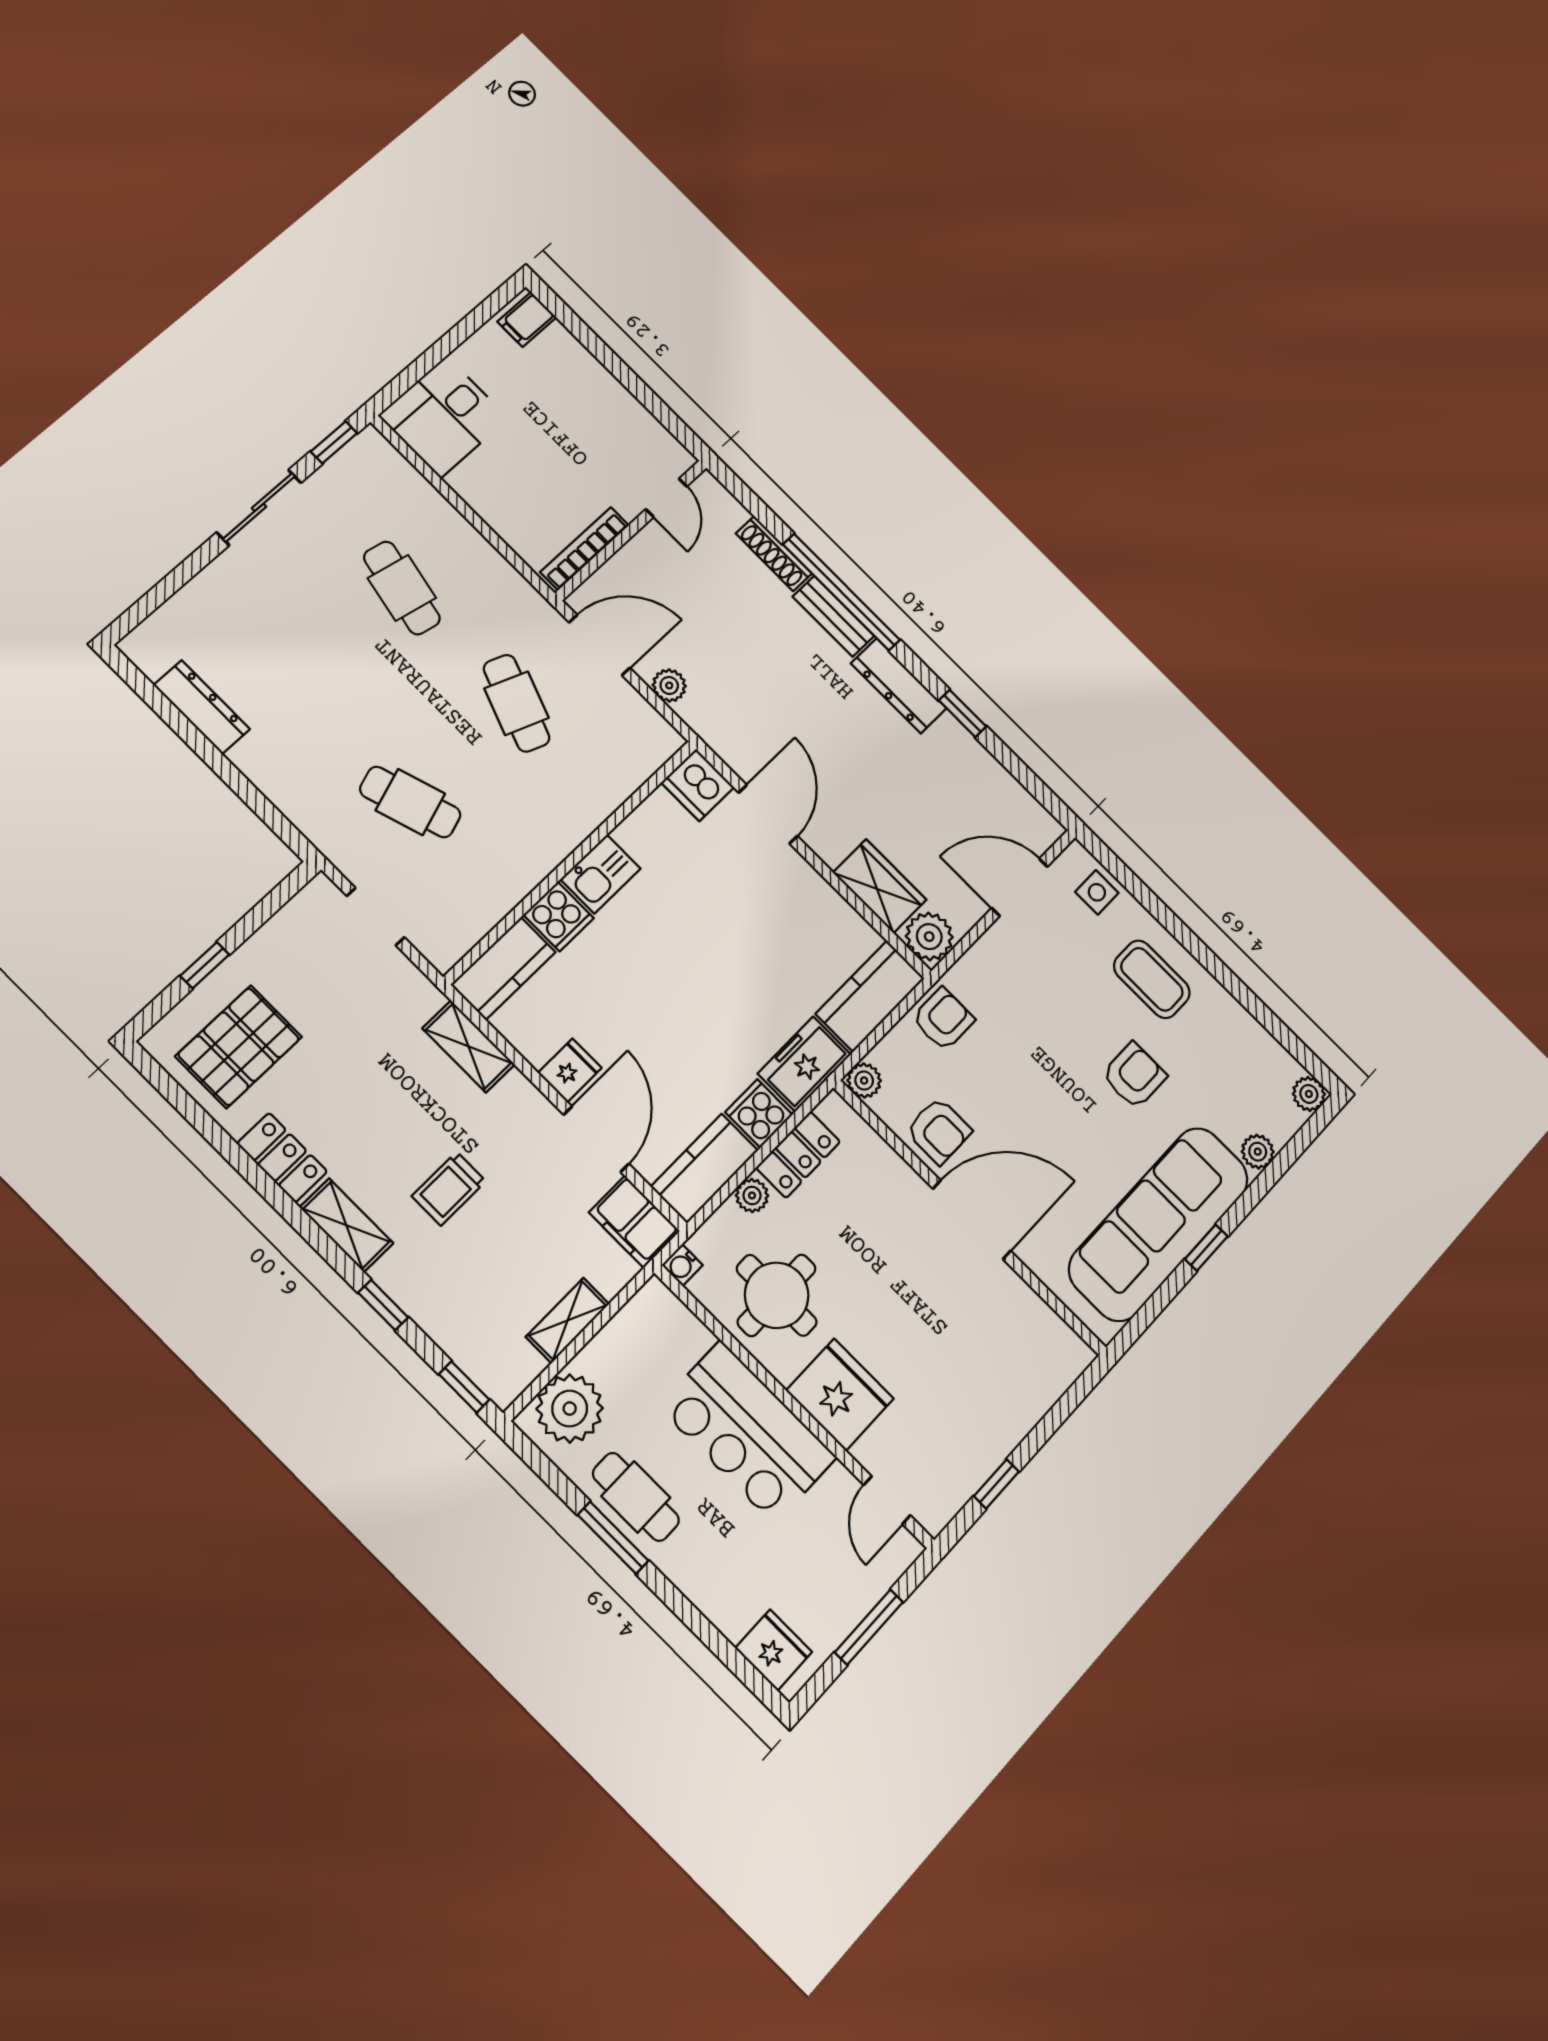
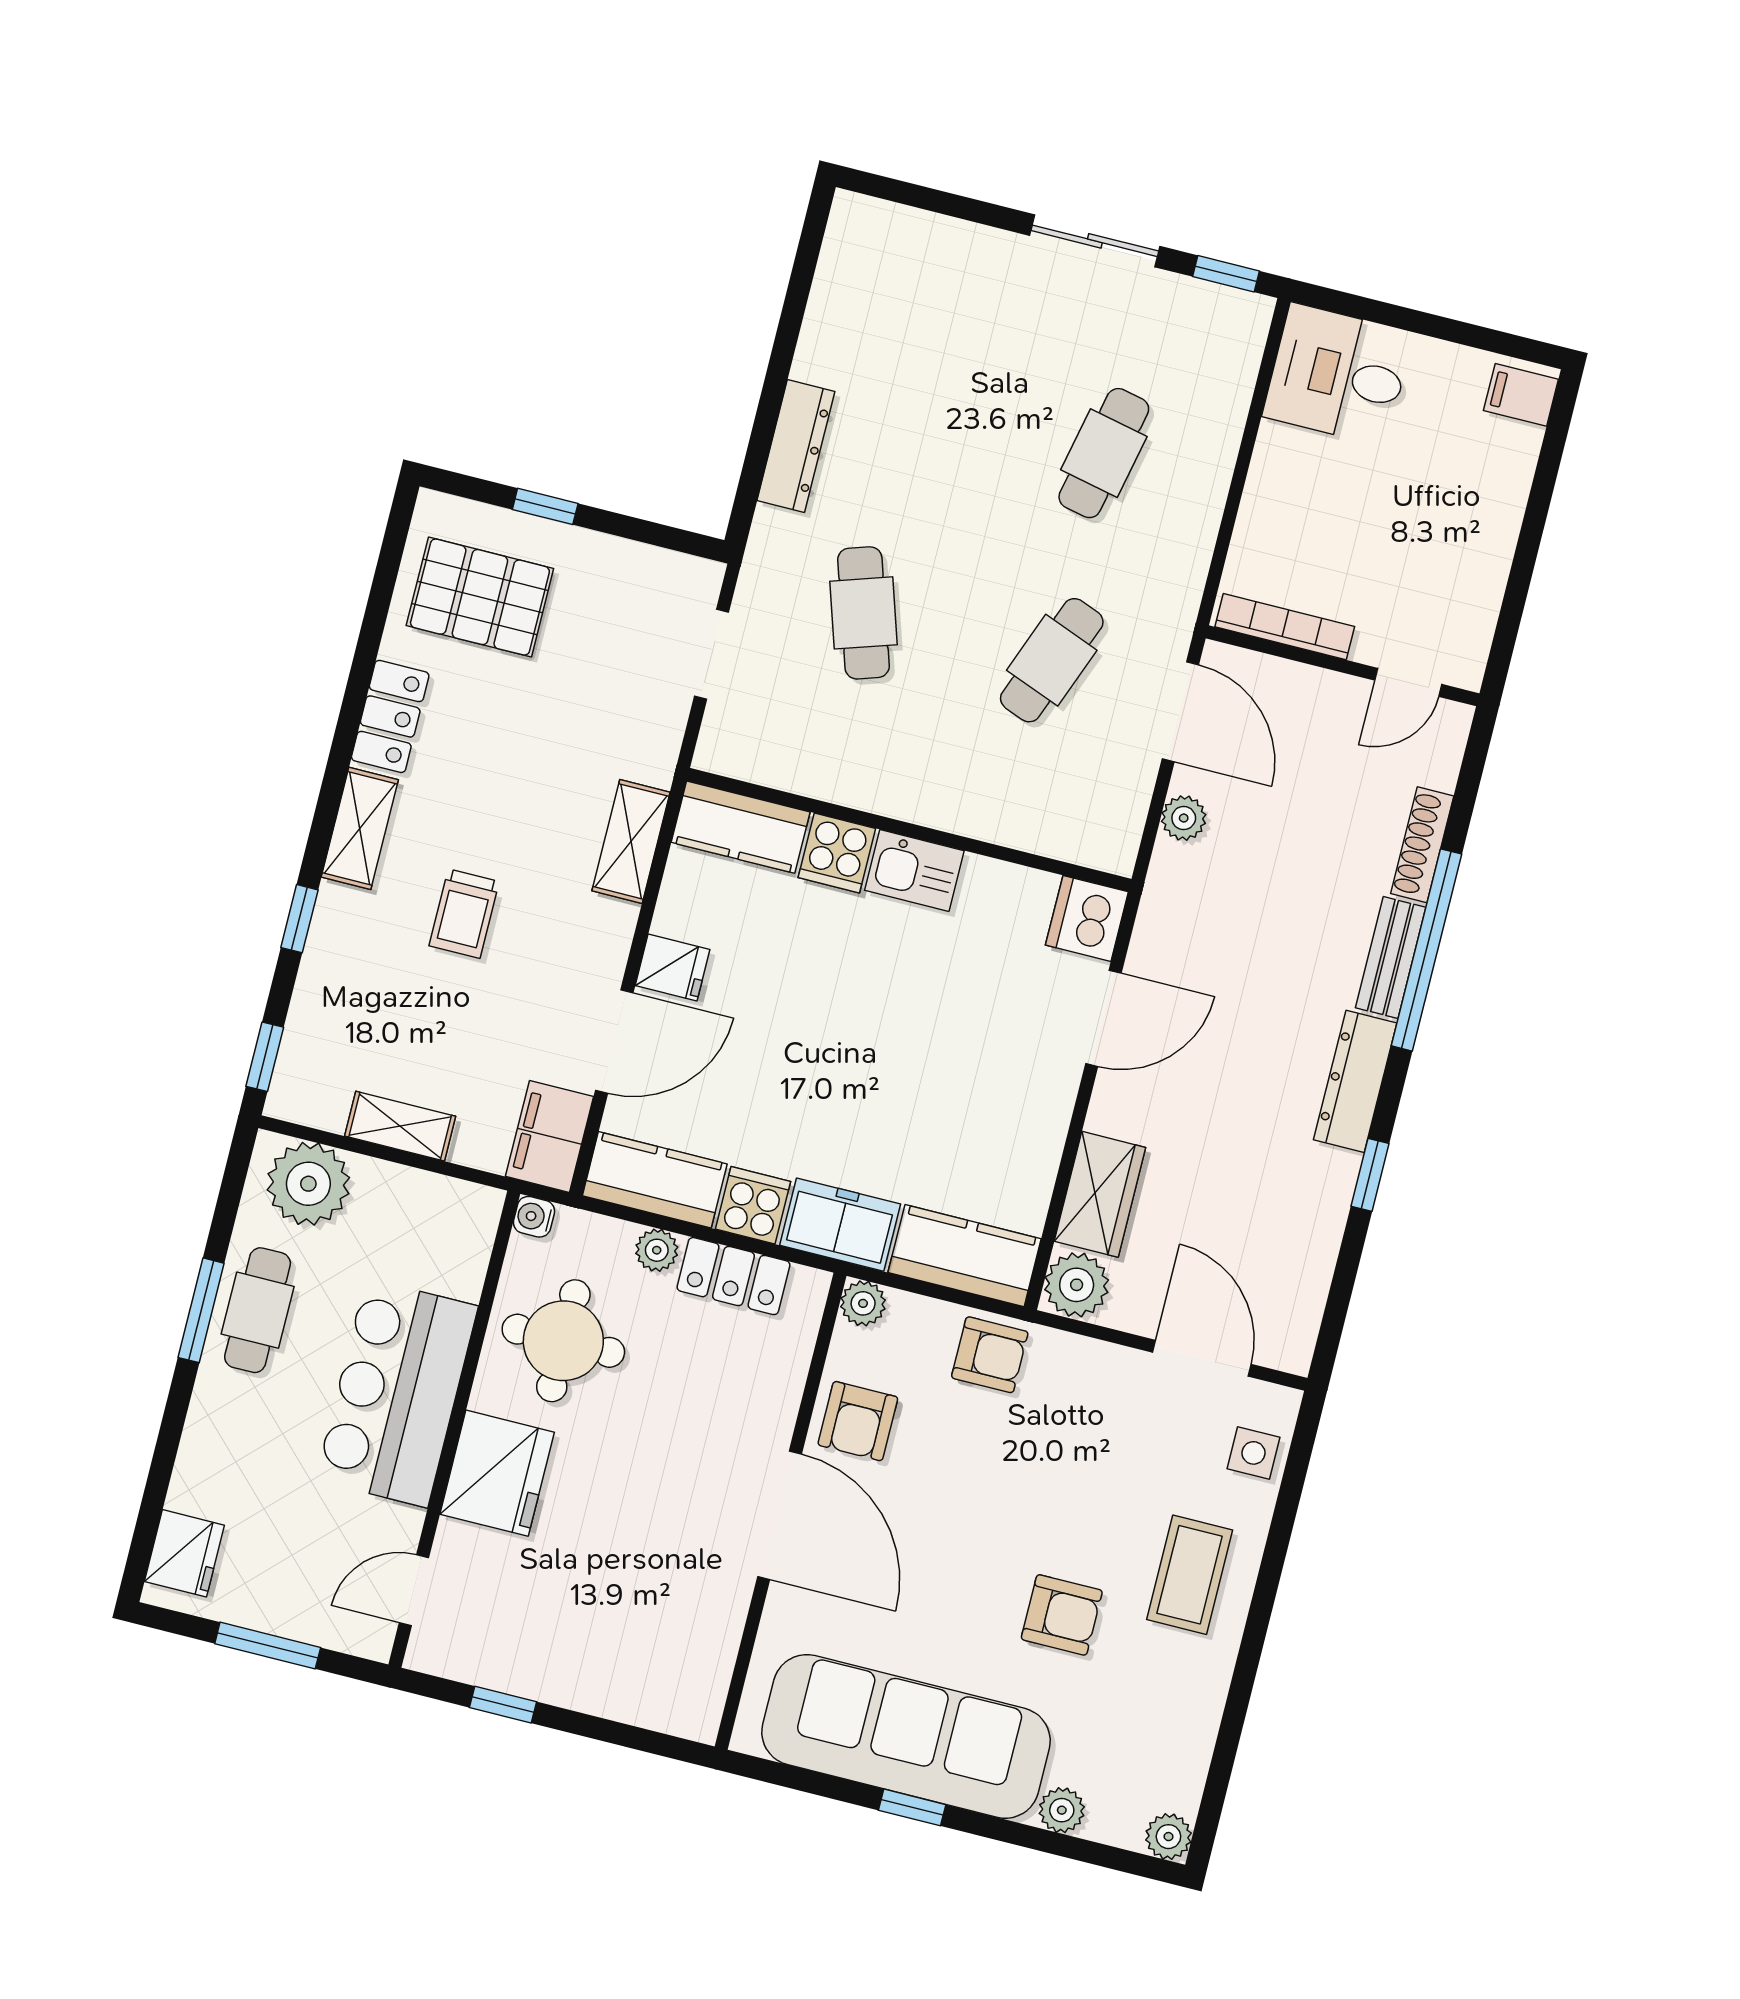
dresser: (202, 707) -> (796, 446), moved
trolley: (449, 1189) -> (464, 914), turned -90

